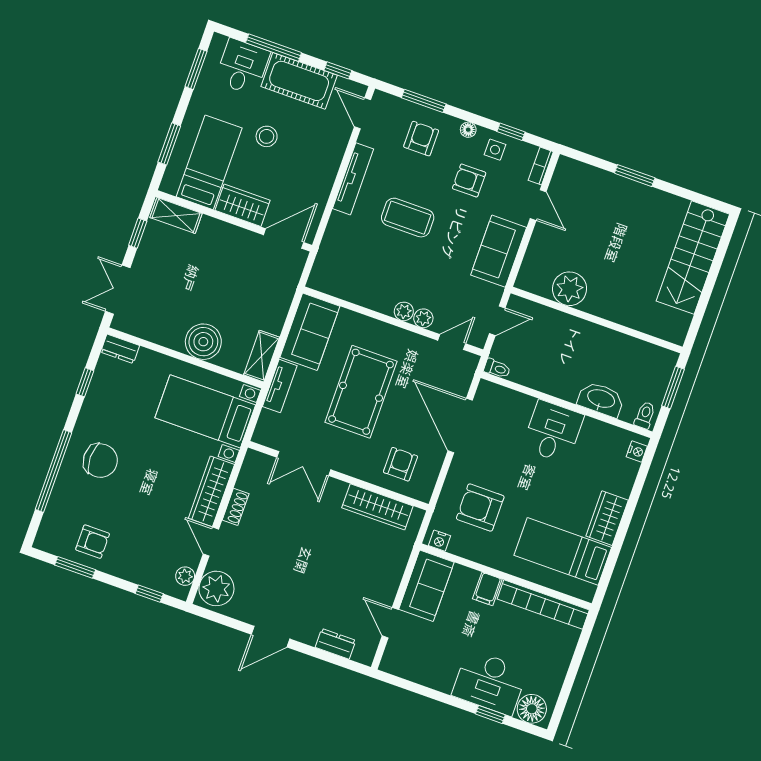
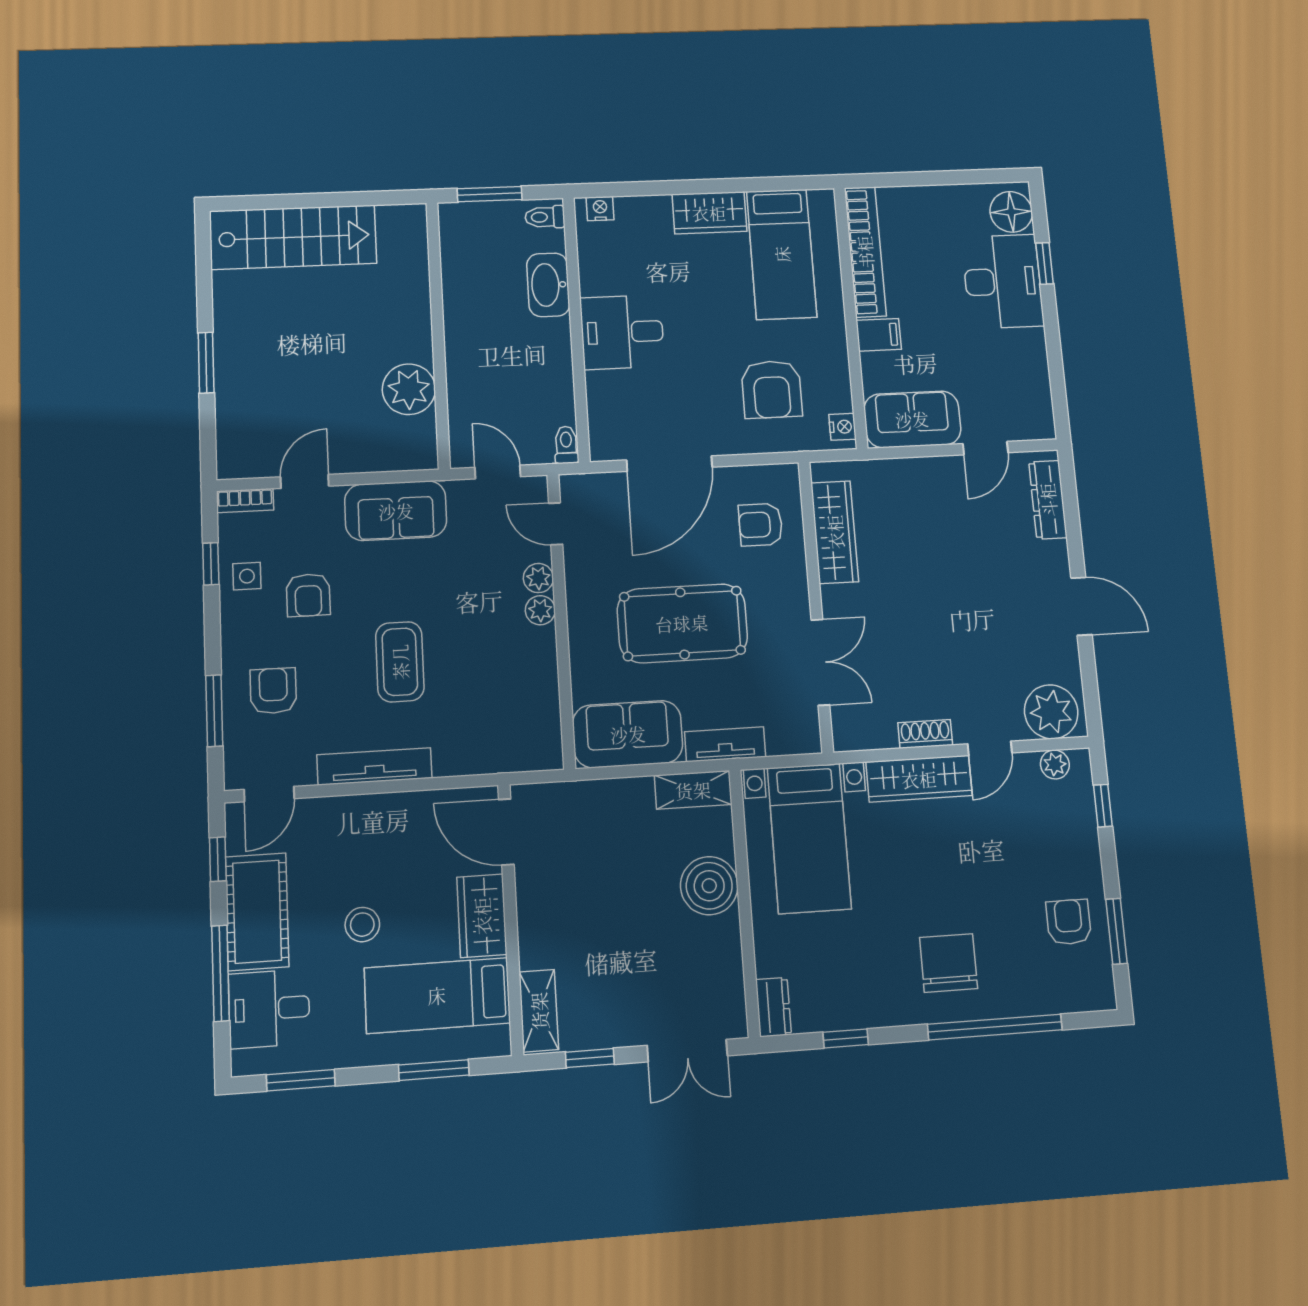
floor lamp: (468, 130) -> (232, 627), removed
armchair: (421, 139) -> (273, 691), turned 90
dresser: (335, 644) -> (1048, 500), width x1.44

